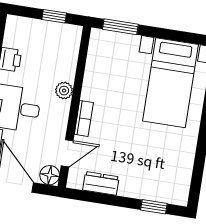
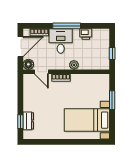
window: (120, 27) -> (112, 100), moved
dresser: (101, 183) -> (28, 121), moved

